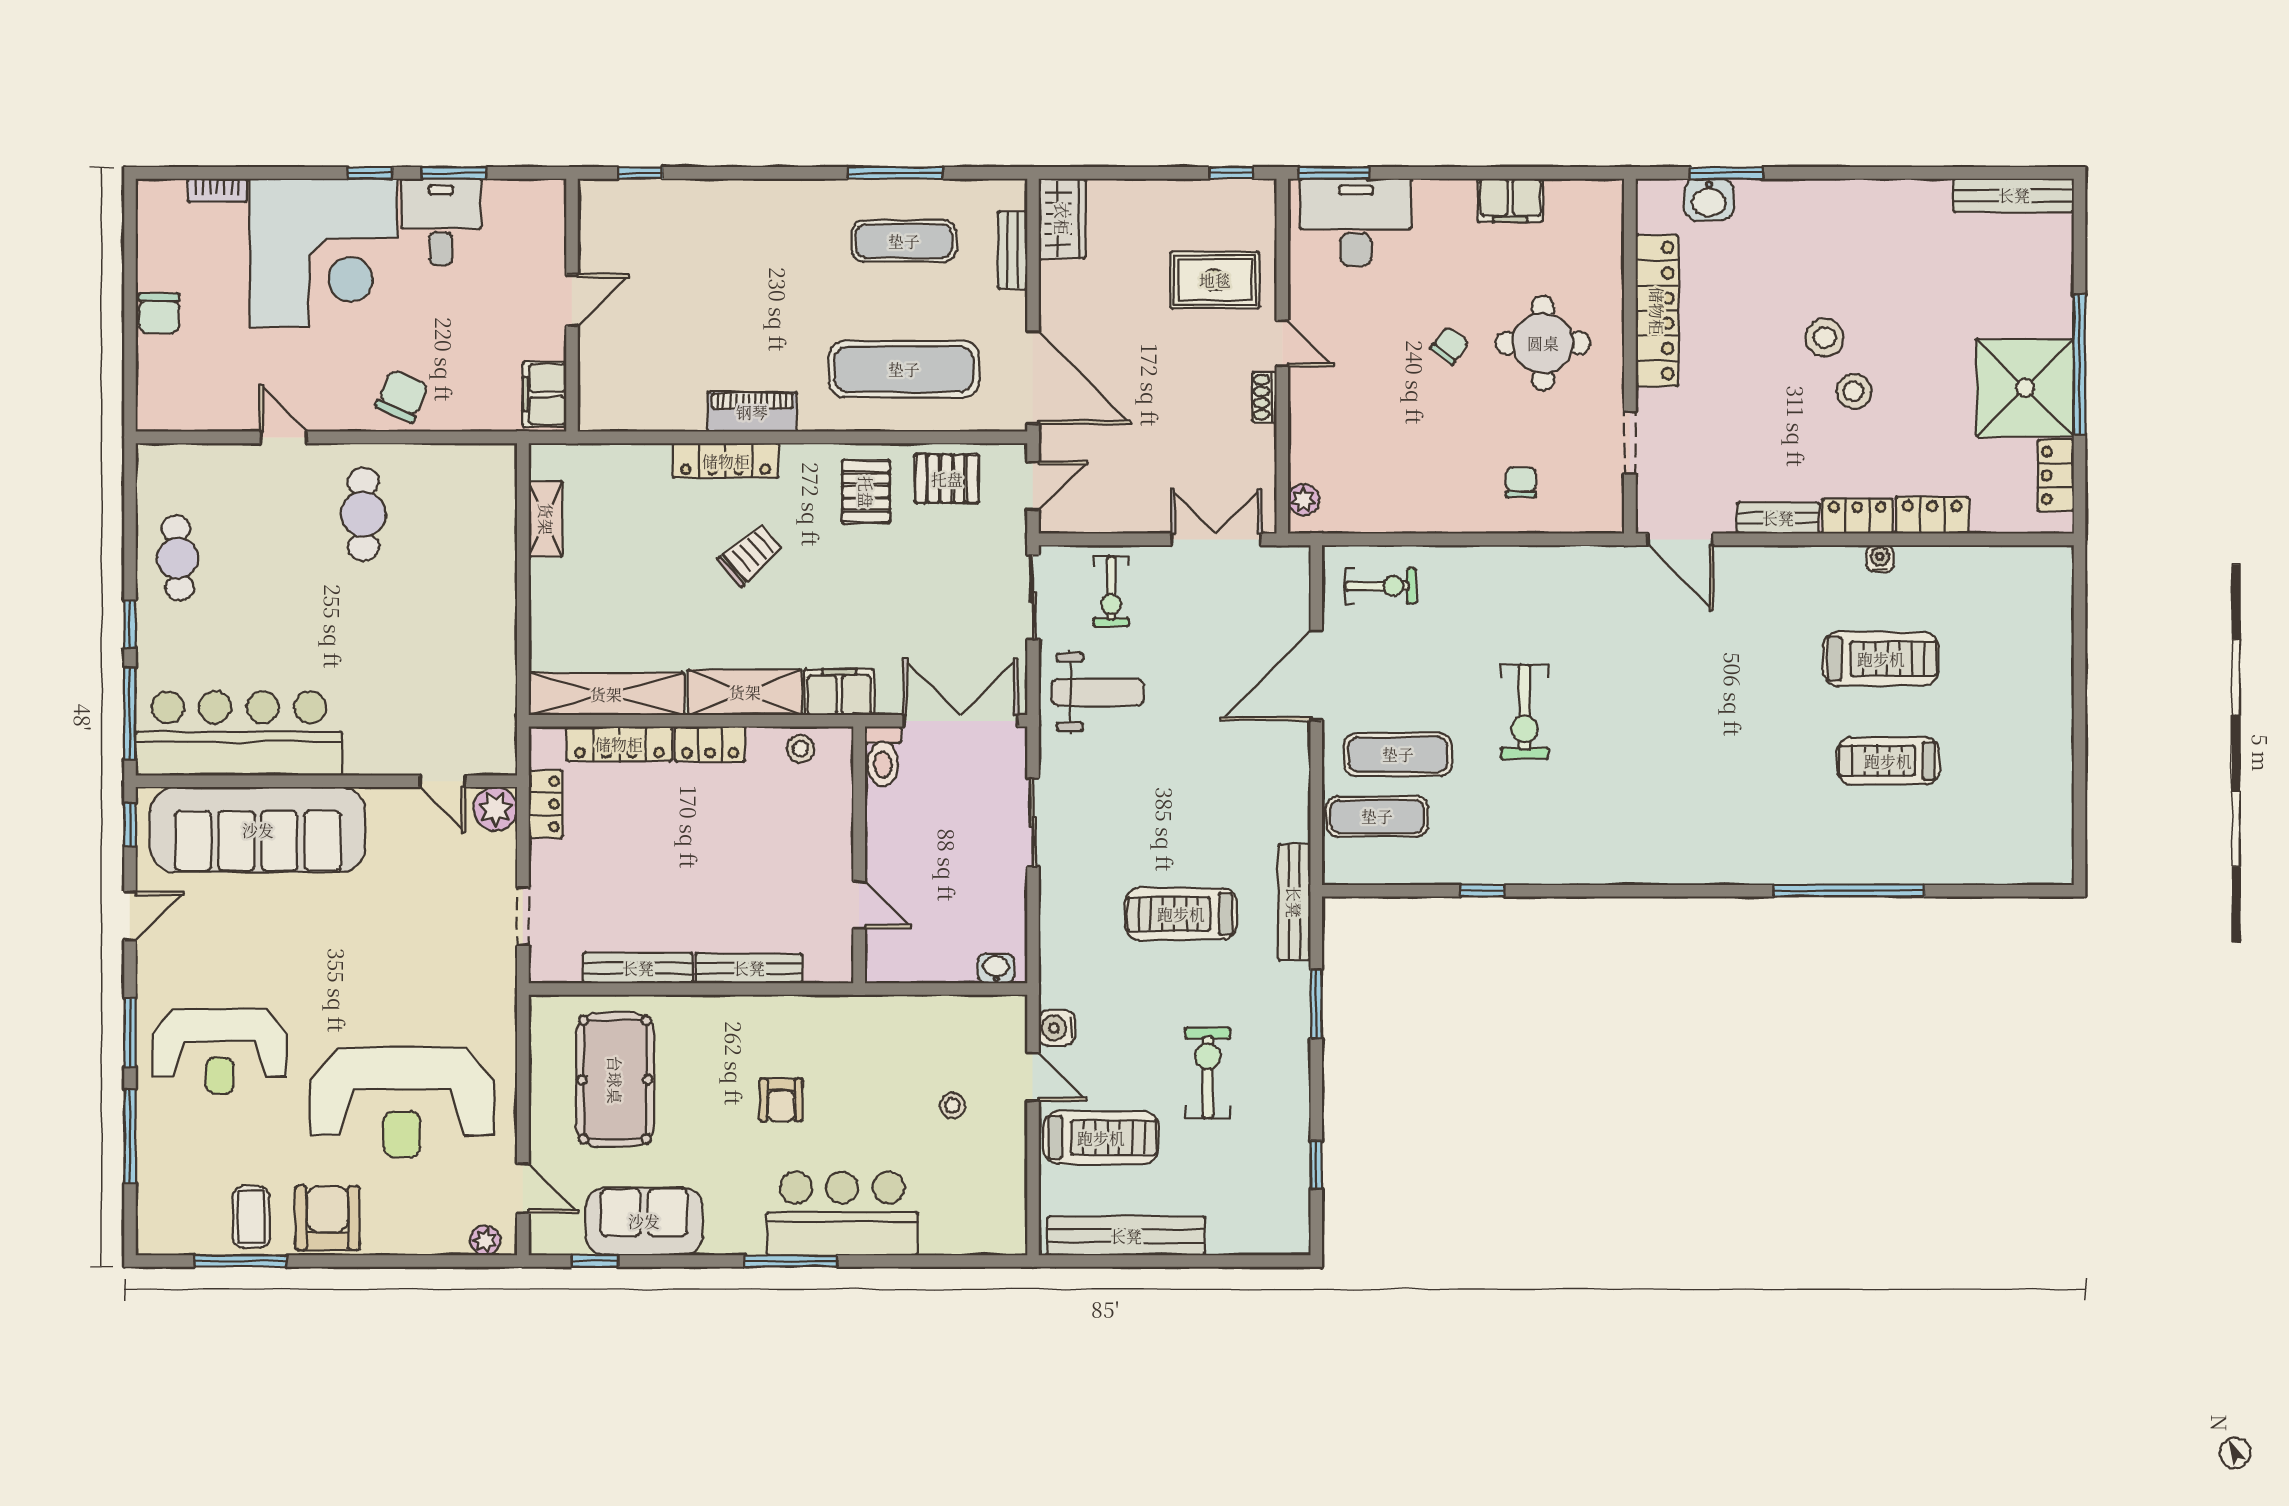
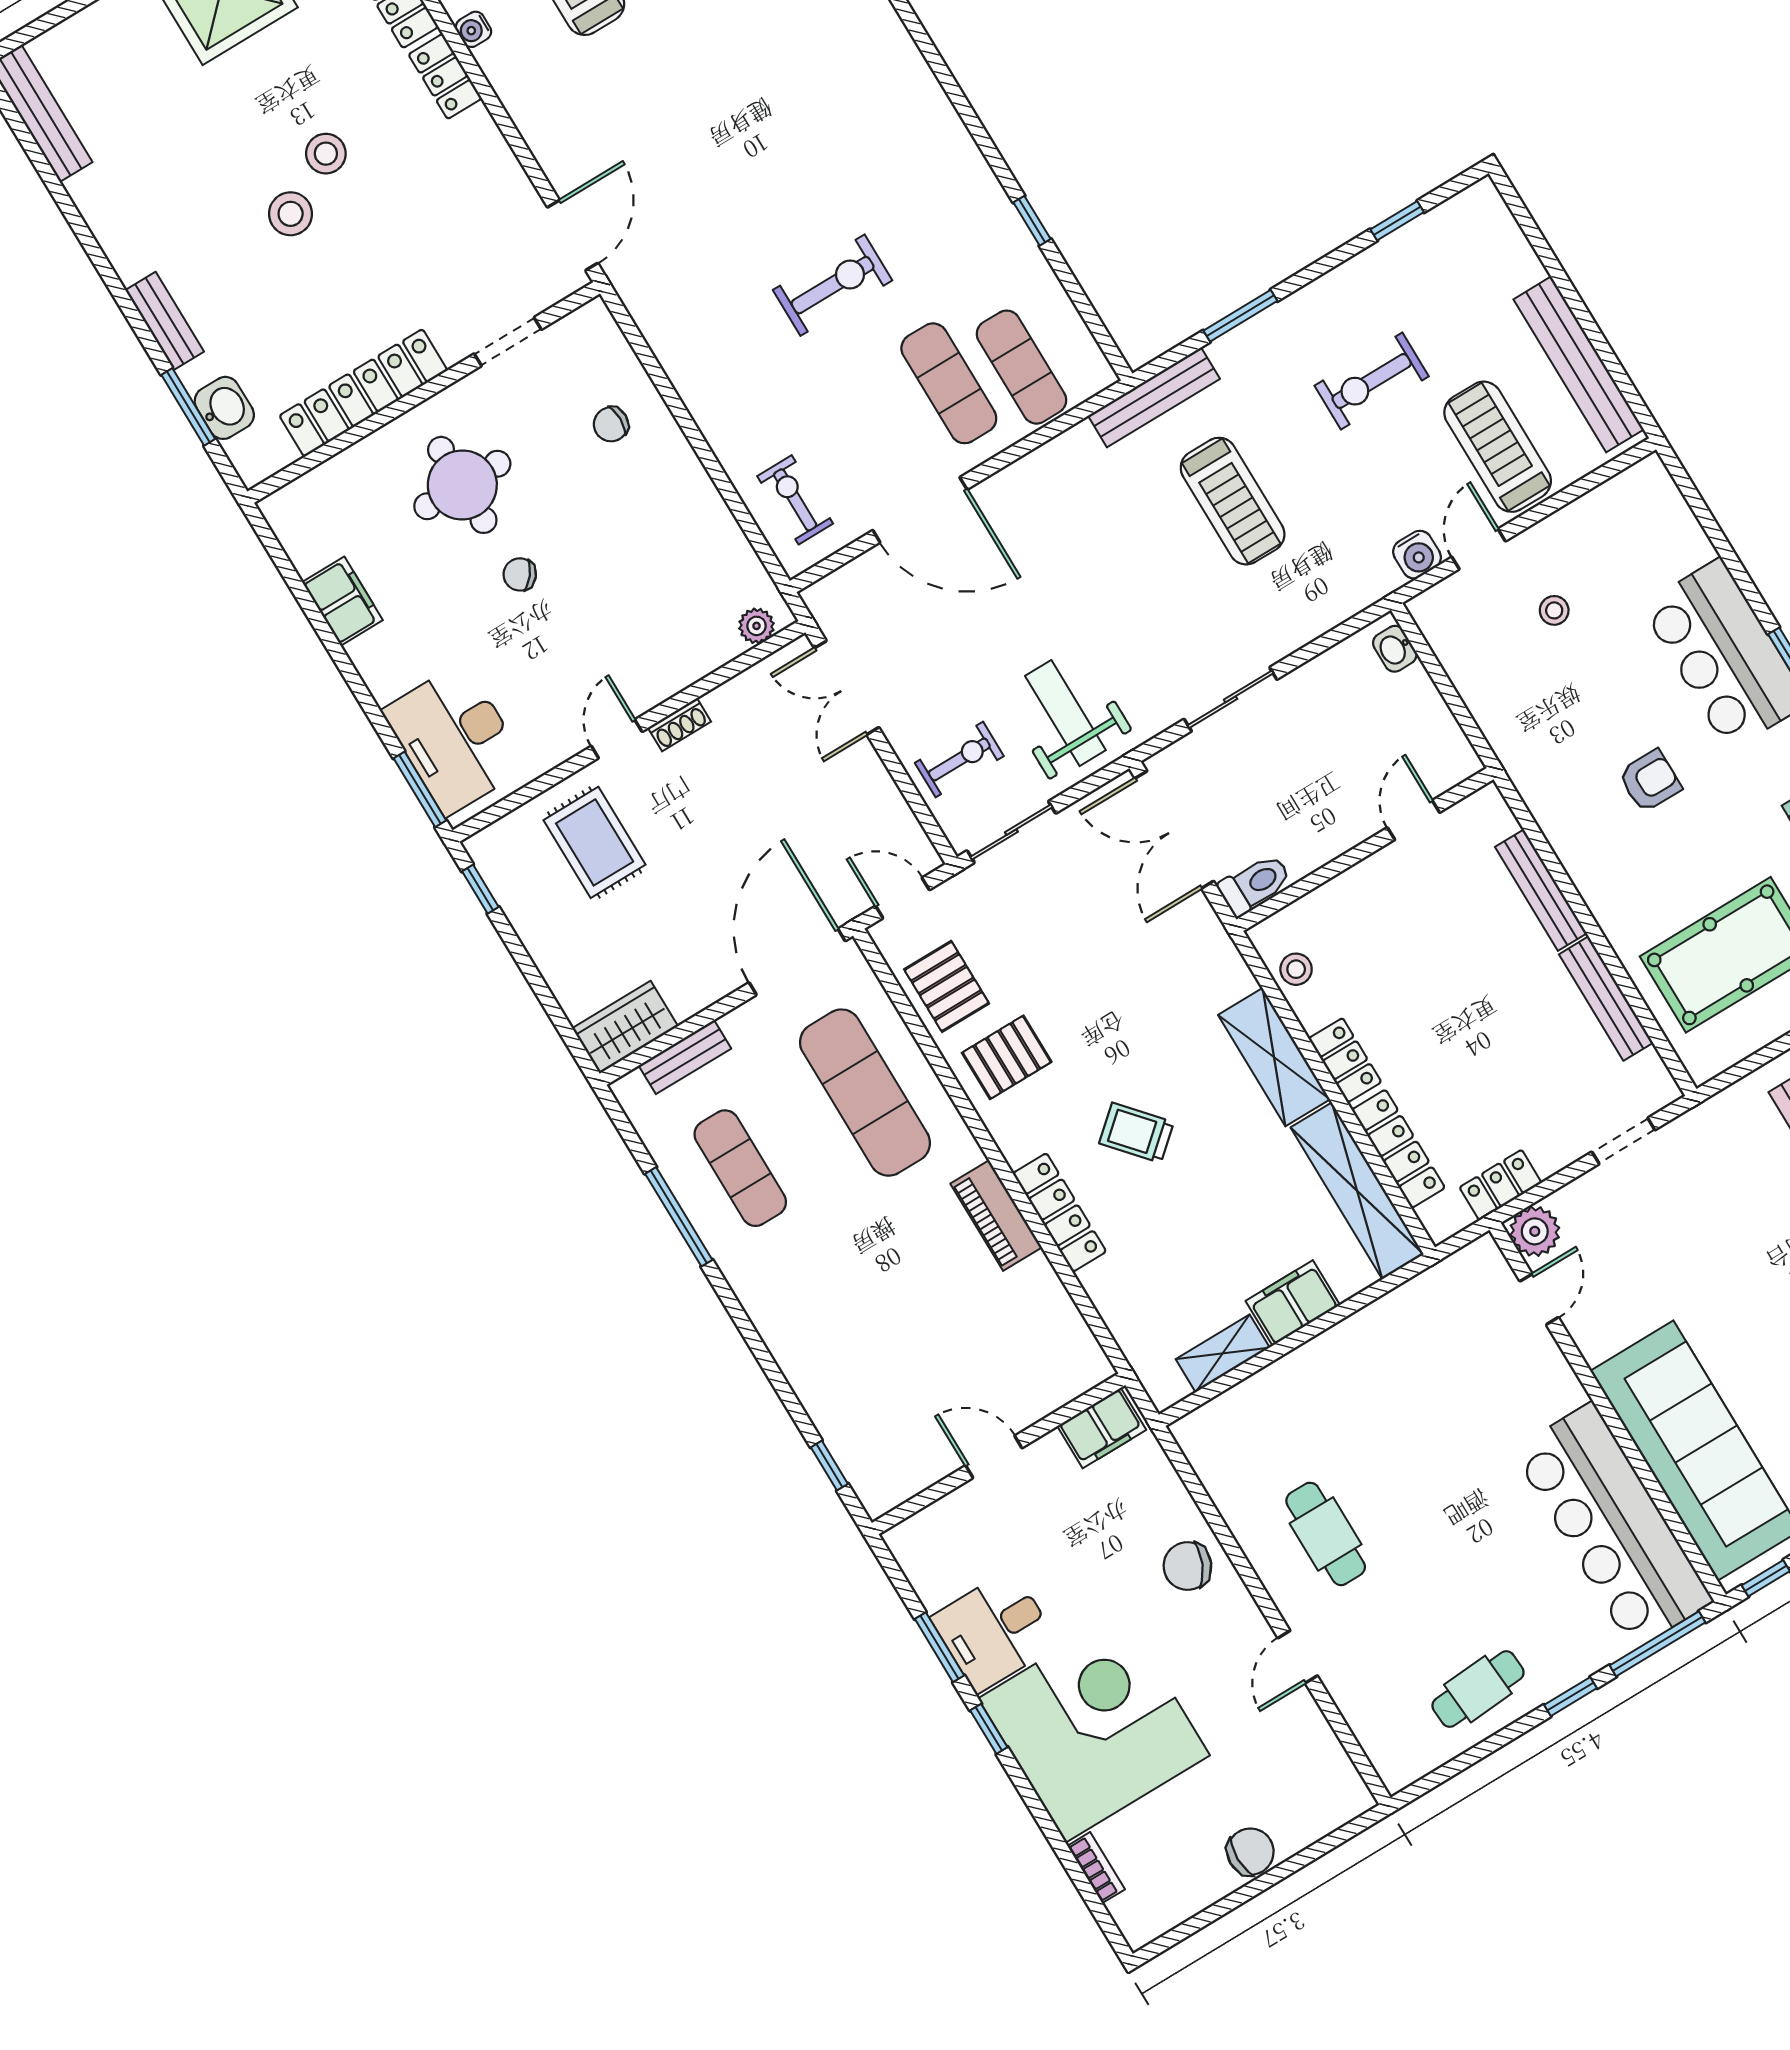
cafe table: (363, 514) -> (1326, 1534), turned 90
bench: (1778, 518) -> (165, 321), moved
filing cabinet: (839, 692) -> (1293, 1303), moved, turned 90

